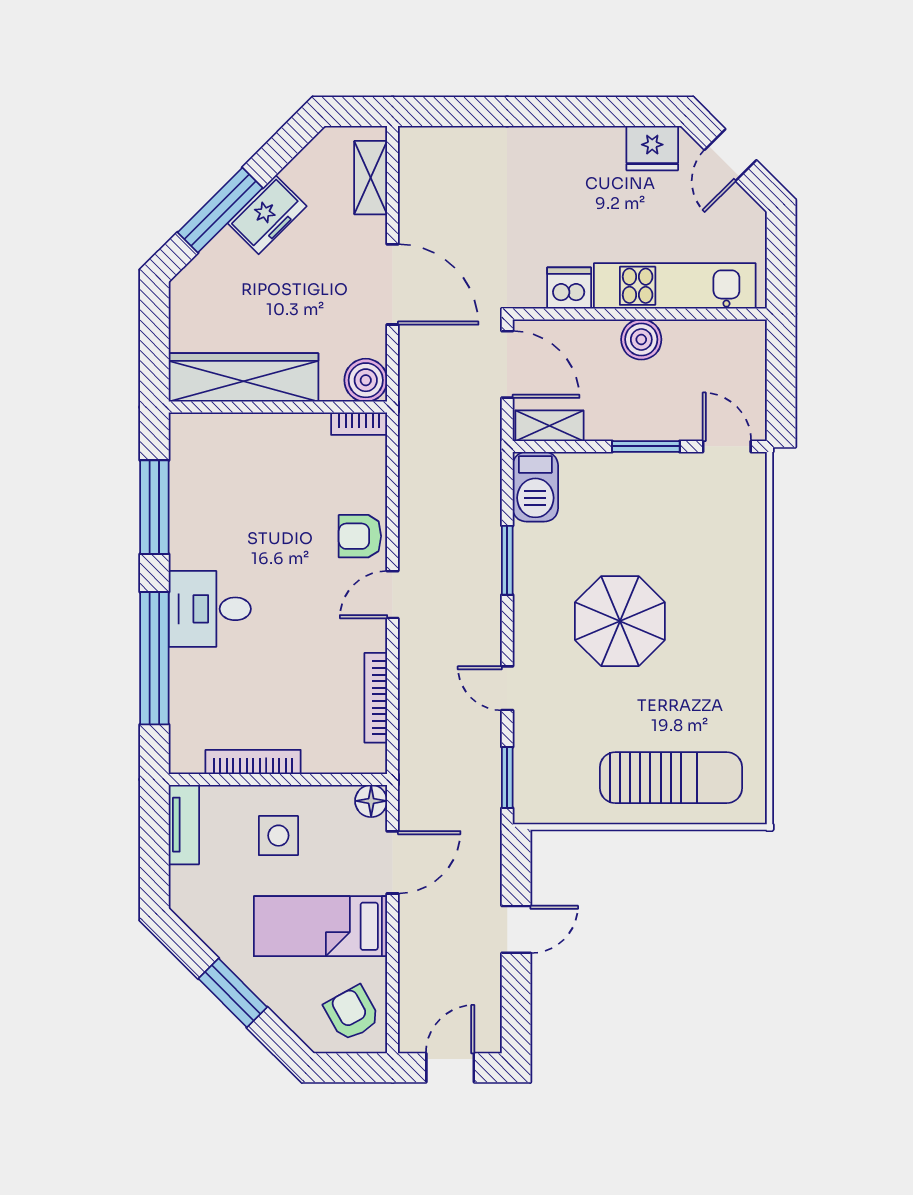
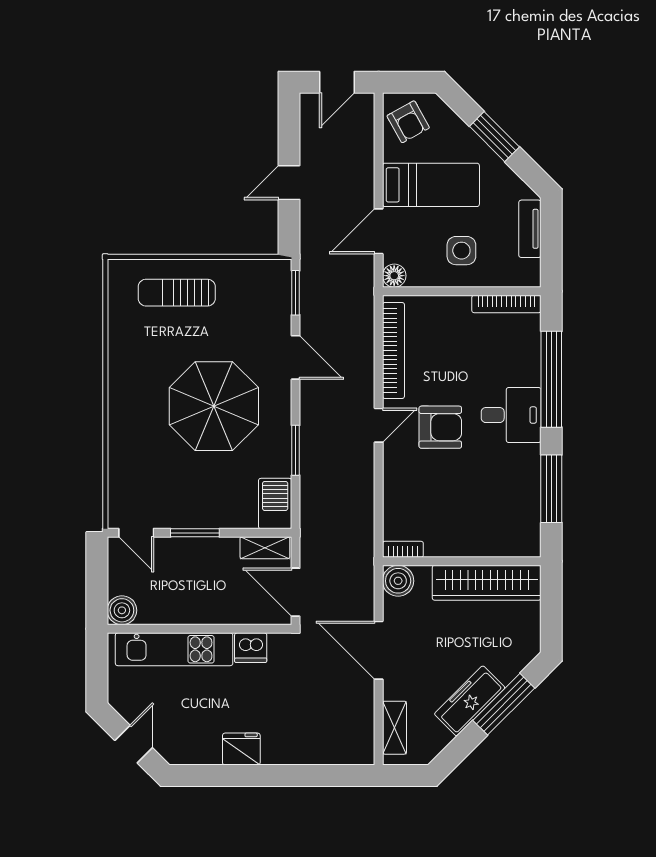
fridge: (652, 148) -> (241, 749), moved
freezer: (267, 215) -> (470, 701), width x1.40
boiler: (641, 339) -> (122, 610), moved
armchair: (360, 536) -> (440, 427), moved, width x1.38, depth x1.38
parasol: (620, 621) -> (214, 406), width x1.36, depth x1.36
door: (507, 688) -> (296, 357), width x1.37
bookcase: (376, 698) -> (393, 350), width x1.48, depth x1.31
bookcase: (253, 762) -> (506, 304), moved
sun lounger: (671, 778) -> (177, 293), width x0.73, depth x0.75
tv unit: (184, 825) -> (530, 229), moved

